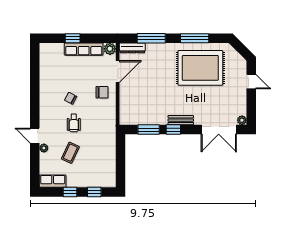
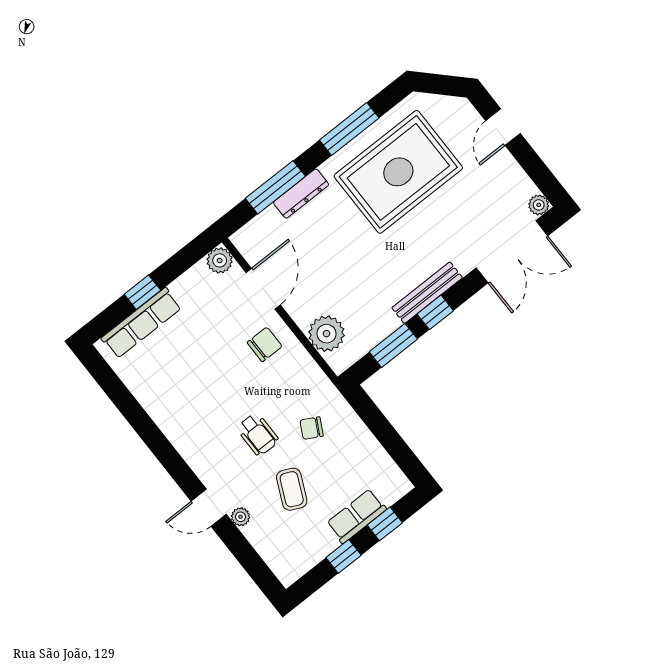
dresser: (132, 48) -> (301, 194), moved
row of seats: (84, 49) -> (141, 323), moved
door: (251, 82) -> (503, 127), swing flipped
chair: (71, 98) -> (312, 428), moved
plant: (128, 106) -> (327, 334), added
bench: (181, 120) -> (427, 293), width x1.36
row of seats: (53, 181) -> (357, 516), moved

